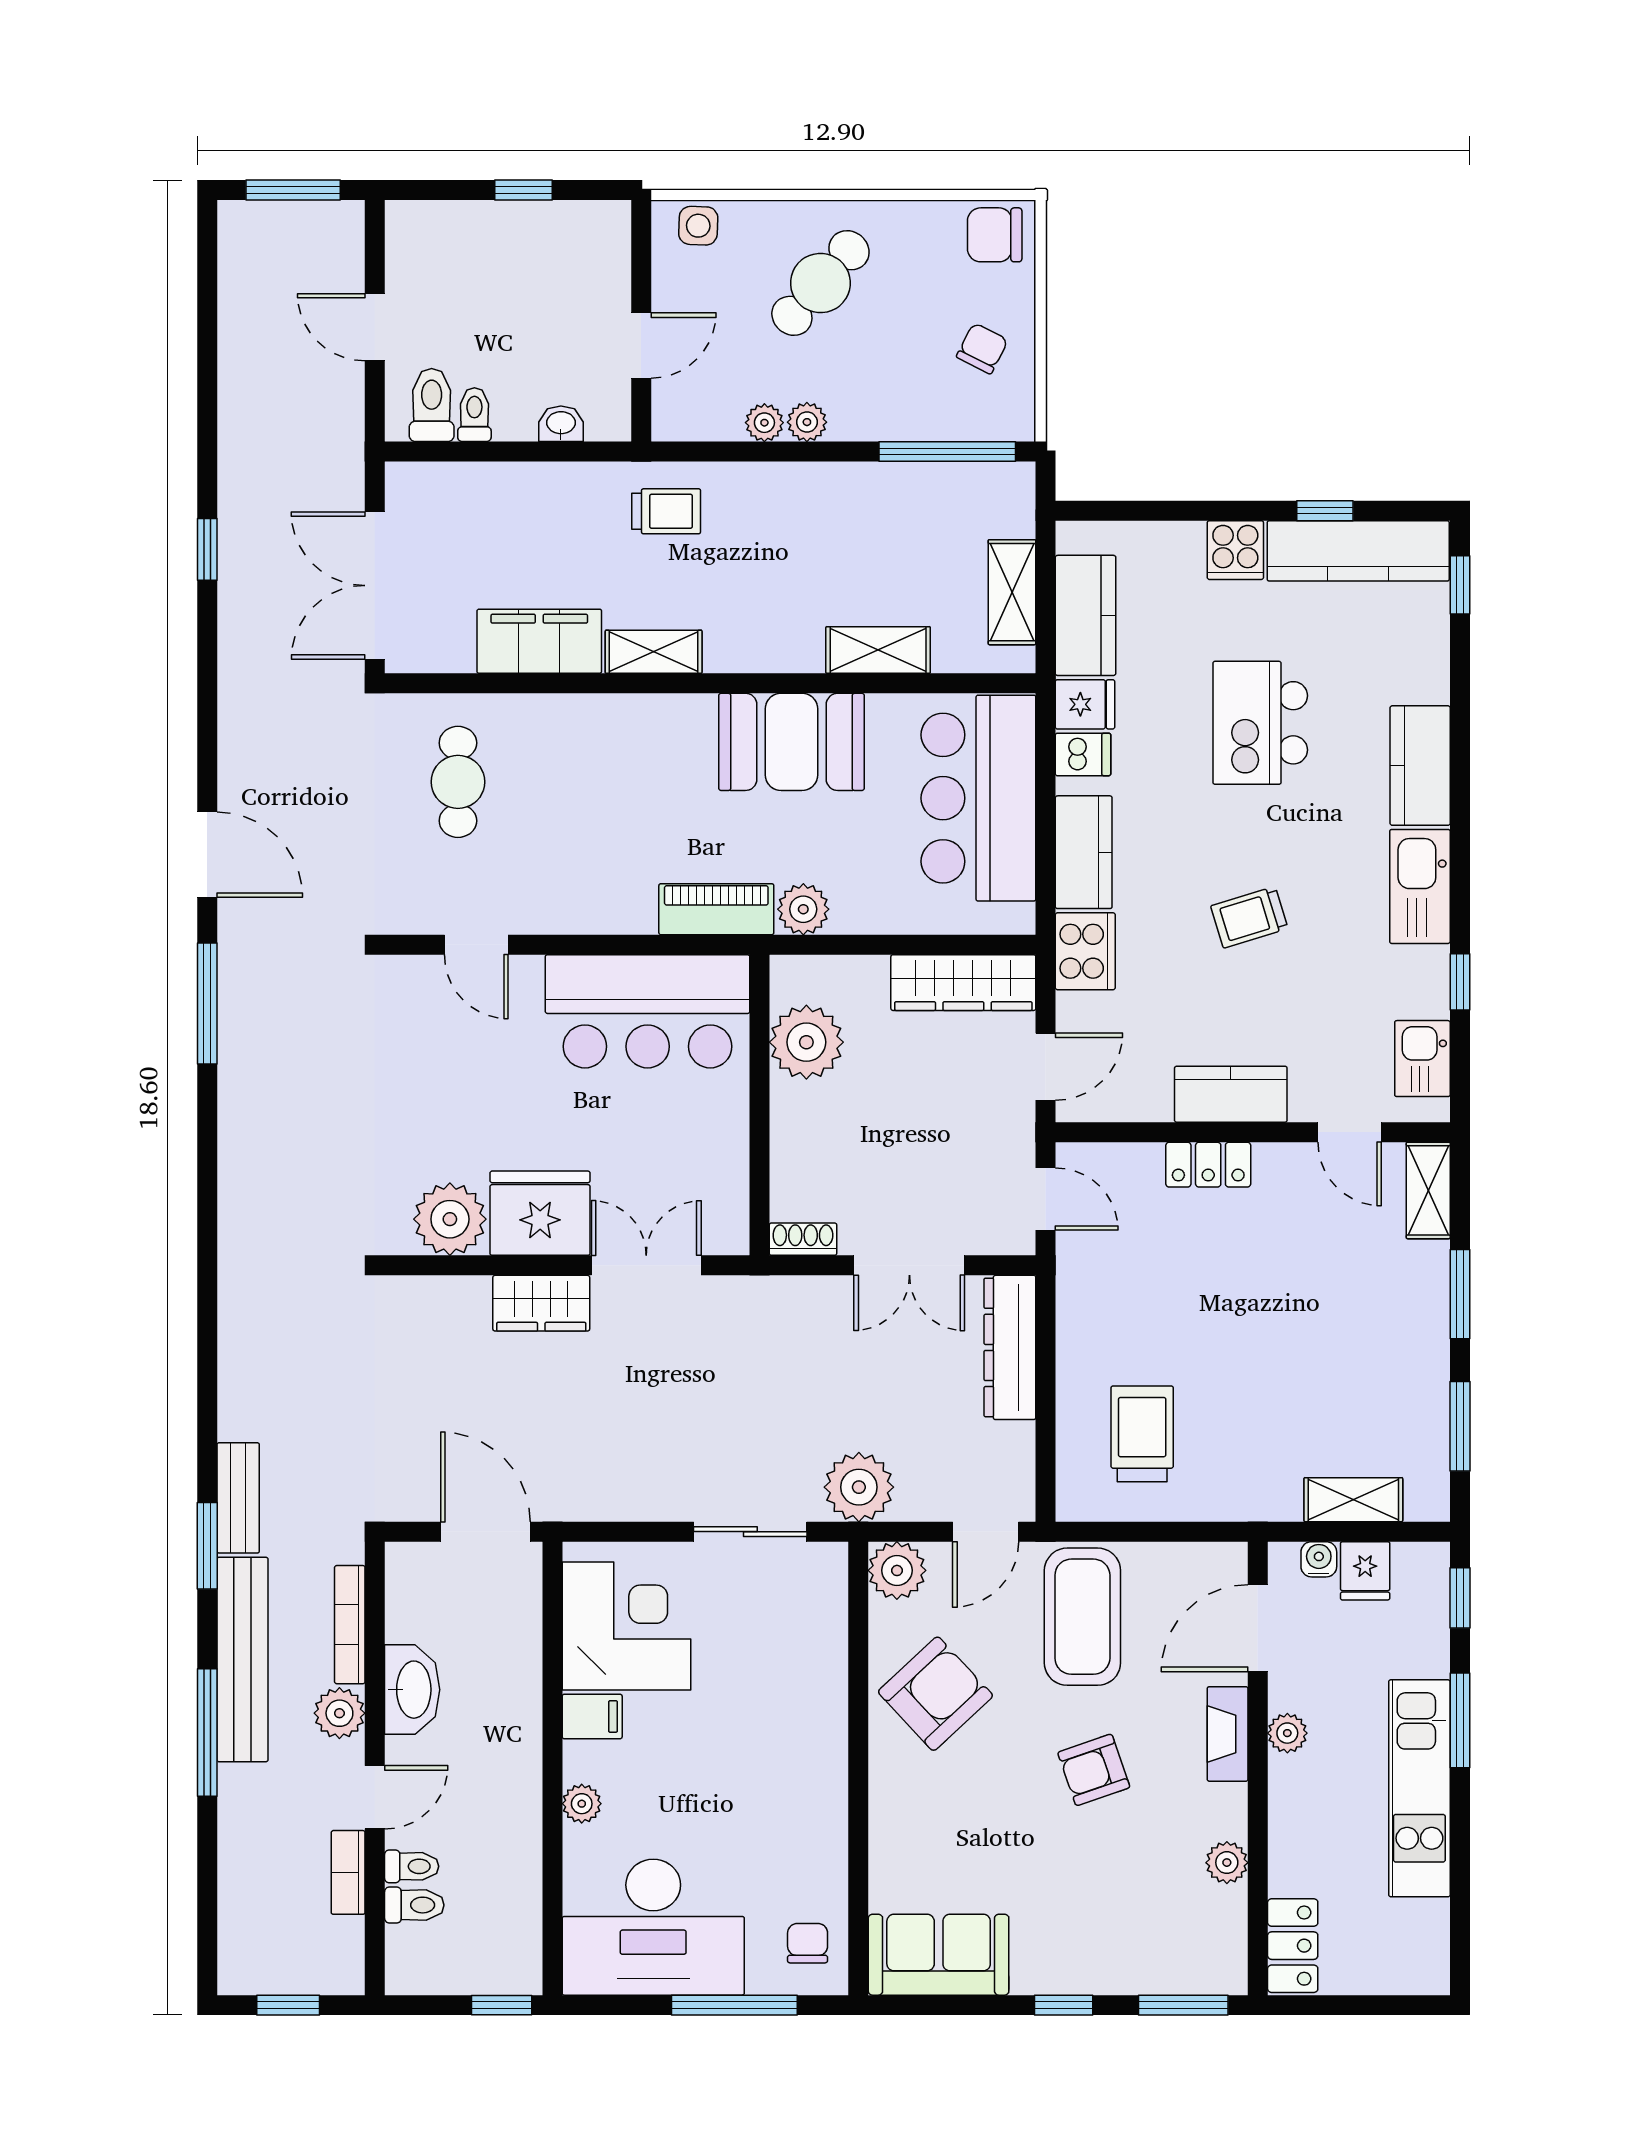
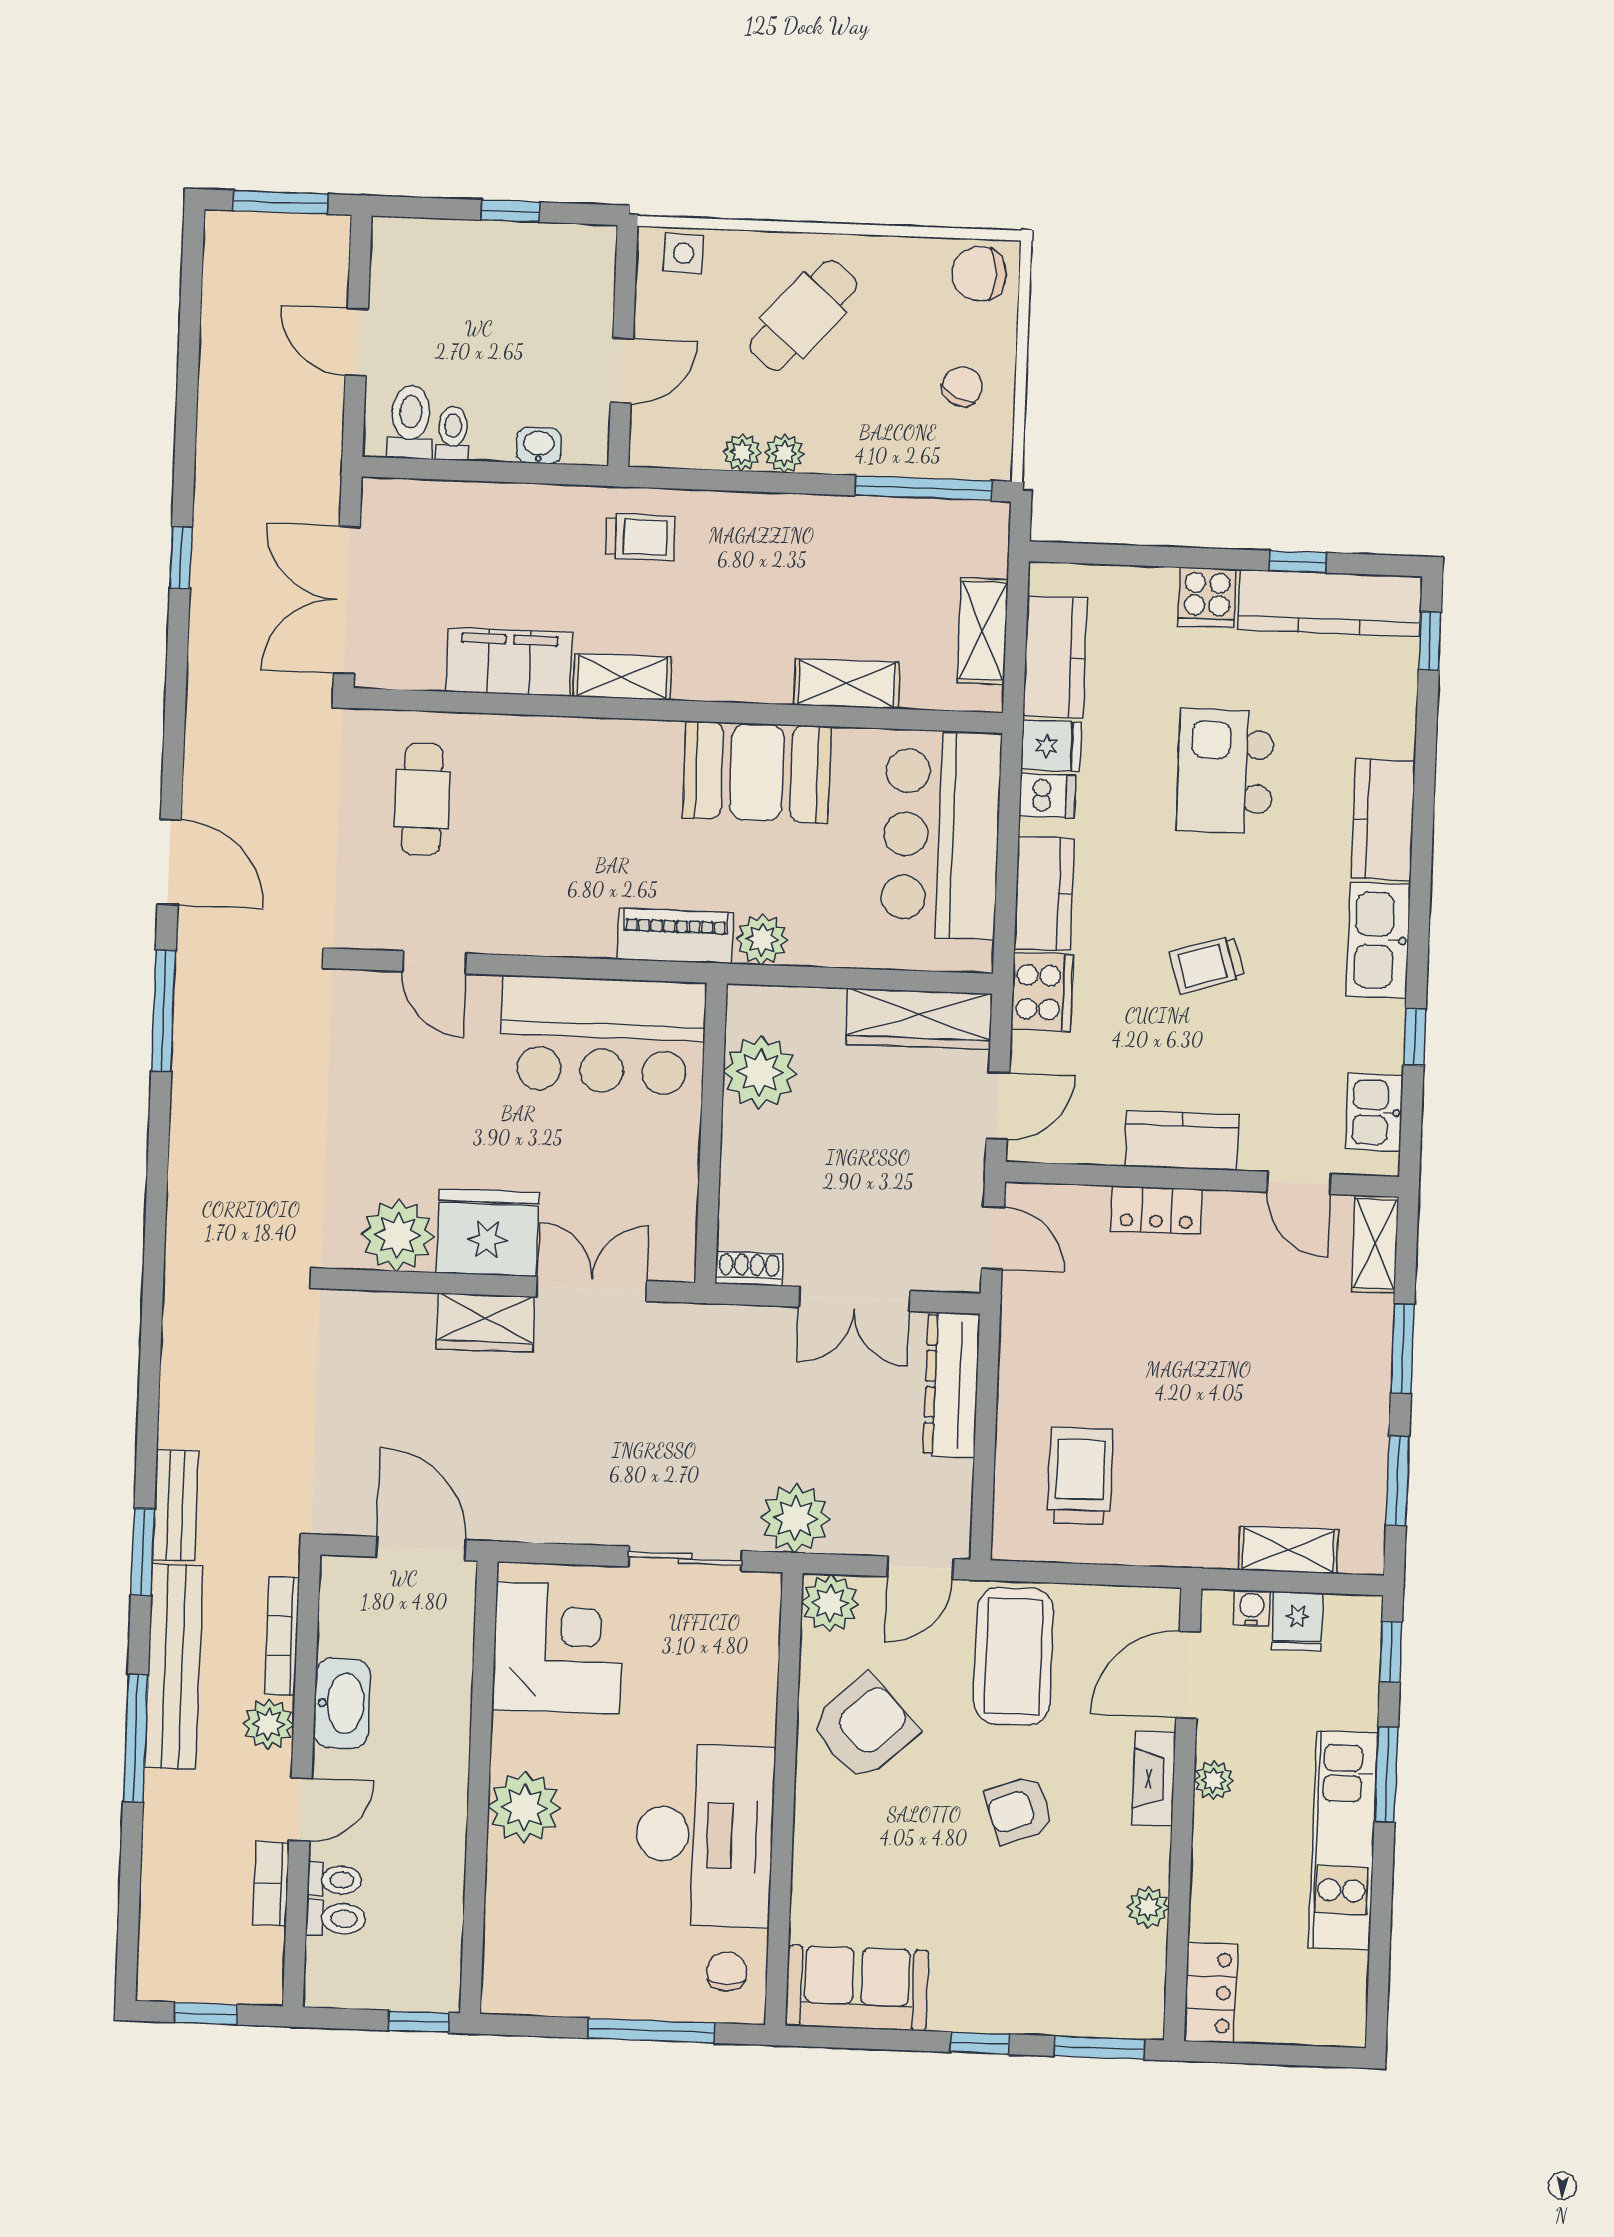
filing cabinet: (592, 1716) -> (520, 1737), removed
plant: (582, 1804) -> (524, 1807), width x1.88, depth x1.88
desk: (653, 1927) -> (705, 1835), moved, turned -90

